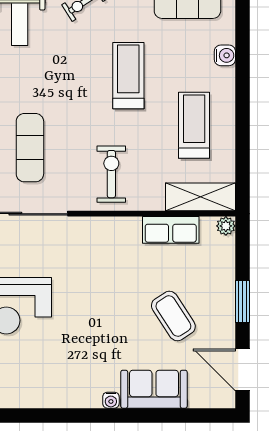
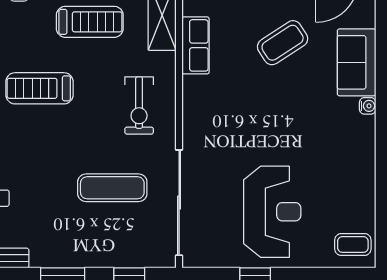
treadmill: (194, 125) -> (90, 22), turned 180
exercise bike: (111, 174) -> (139, 105), turned -90

